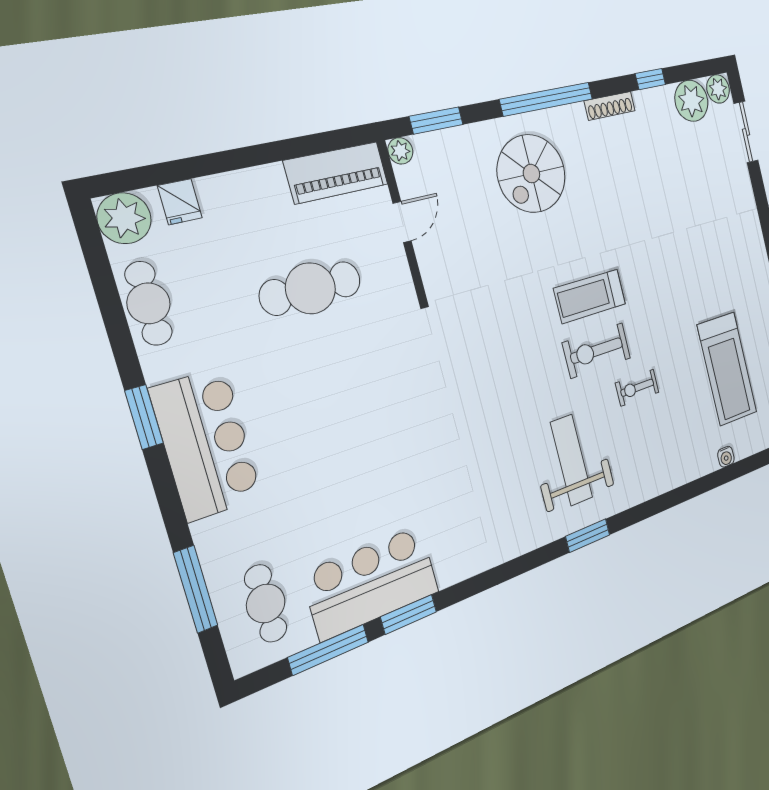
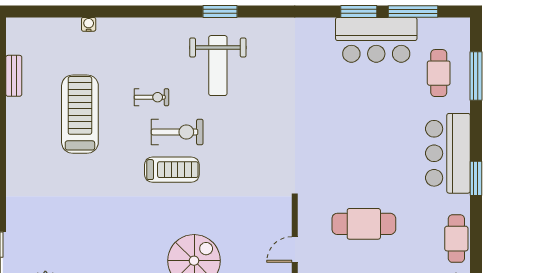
treadmill: (727, 369) -> (80, 114), moved
cafe table: (266, 603) -> (439, 73), moved

